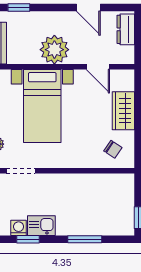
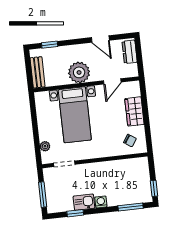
door: (98, 67) -> (112, 81), hinge flipped
washing machine: (19, 228) -> (101, 202), moved
window: (85, 239) -> (131, 207), moved

